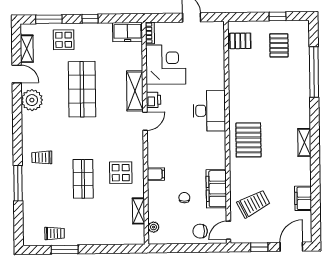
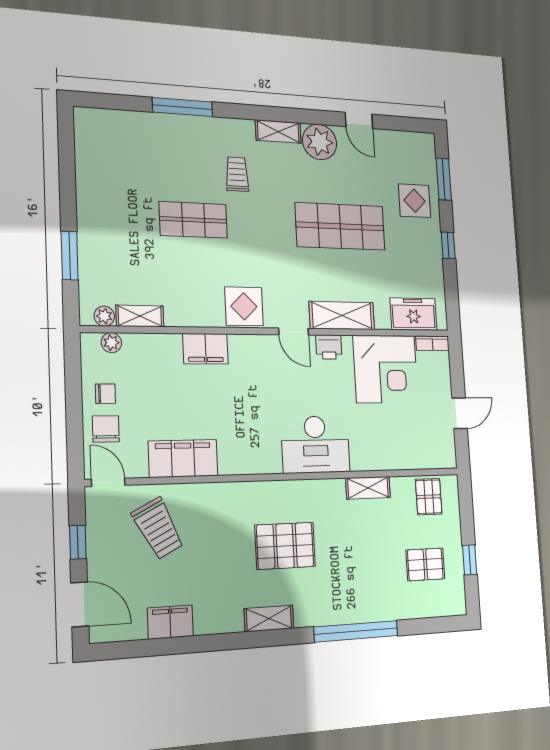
freezer: (127, 32) -> (413, 314), moved, turned 90
shelving: (27, 49) -> (278, 132), moved
window: (314, 72) -> (356, 631), moved
door: (17, 74) -> (359, 120), hinge flipped
shelving: (234, 79) -> (368, 488), added
pallet: (248, 140) -> (285, 546), moved
trolley: (42, 158) -> (237, 174), moved
display table: (121, 173) -> (244, 306), moved
filing cabinet: (156, 174) -> (205, 349), width x2.00
chair: (184, 198) -> (105, 394), moved
plant: (139, 231) -> (104, 316), added
trolley: (55, 233) -> (96, 164), removed
window: (65, 250) -> (70, 256), moved

